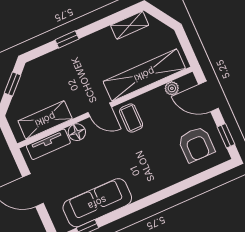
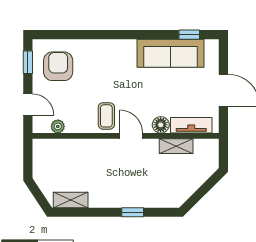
shelving: (144, 75) -> (77, 149), removed
window: (12, 84) -> (199, 194), removed
door: (209, 96) -> (28, 105), width x0.73
shelving: (45, 120) -> (176, 146), width x0.67, depth x0.75

